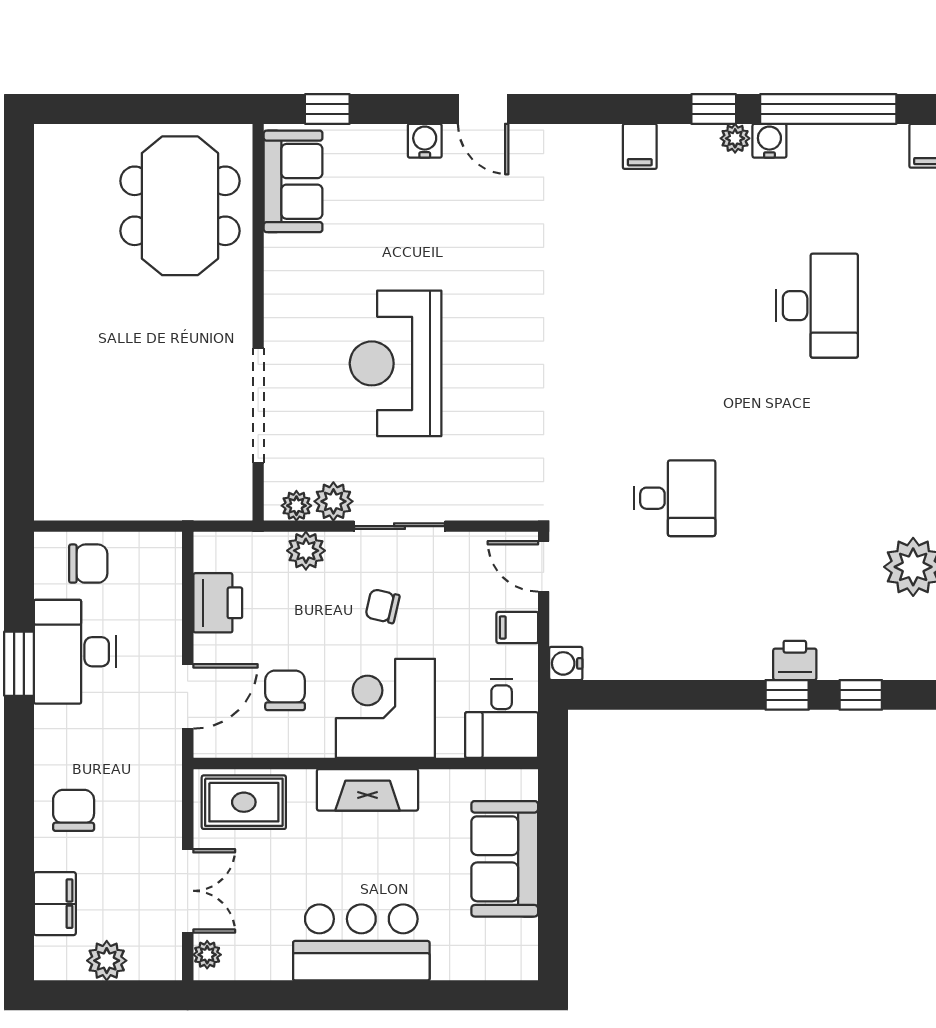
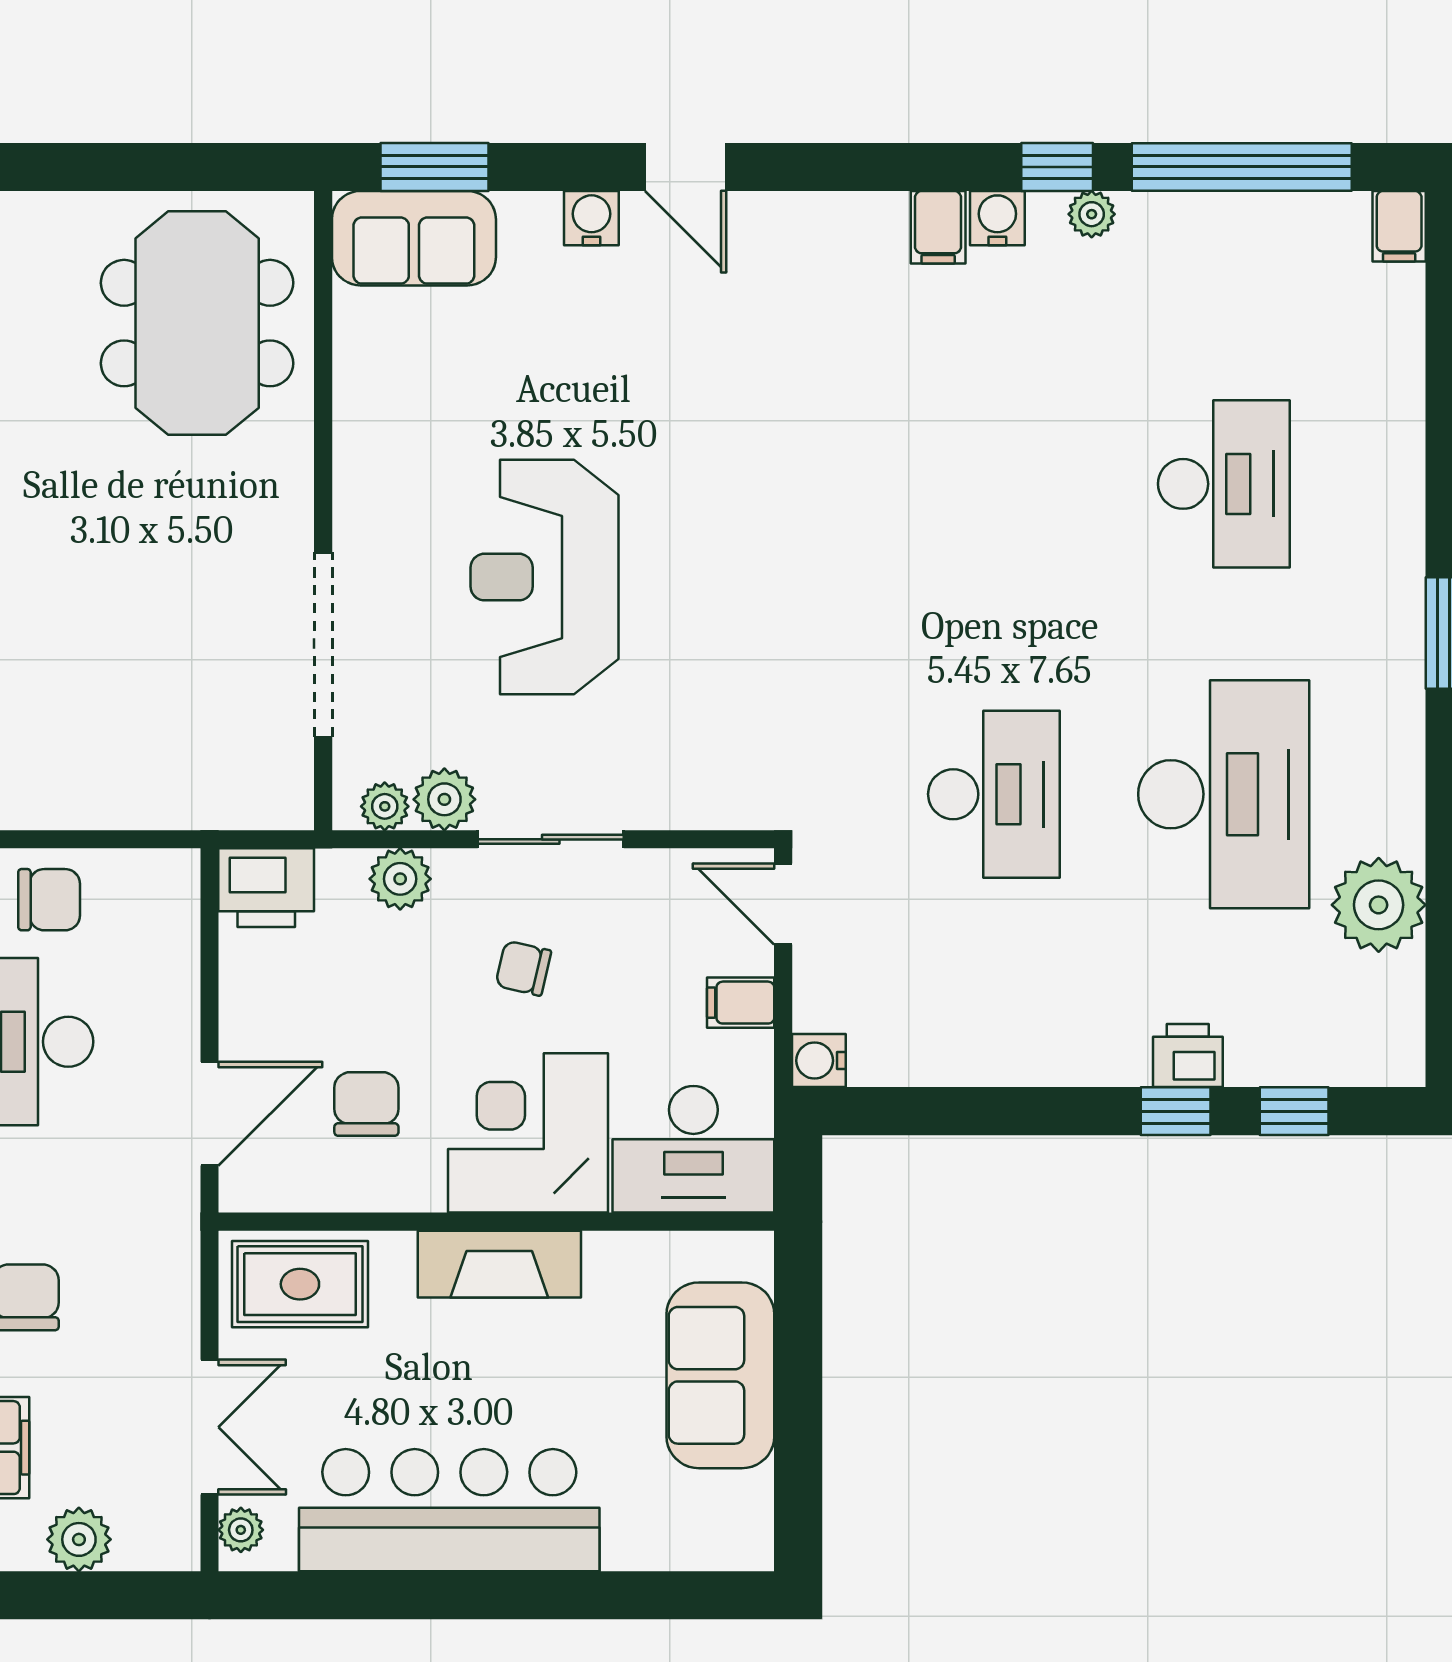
window: (327, 109) -> (435, 167), width x1.50
water cooler: (769, 141) -> (997, 218), moved
sofa: (293, 181) -> (414, 238), moved, turned 90
desk: (674, 498) -> (994, 794), width x1.37
desk: (817, 498) -> (1224, 794), added
printer: (218, 603) -> (266, 888), moved, turned 90
desk: (502, 718) -> (693, 1149), width x1.37
bar counter: (361, 942) -> (449, 1510), width x1.36

